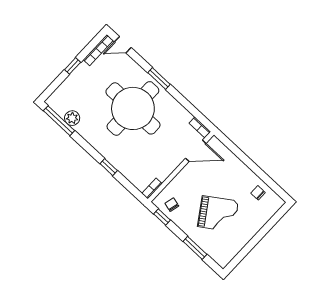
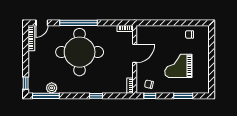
window: (73, 66) -> (26, 83), moved
window: (159, 79) -> (78, 23), width x2.11
door: (196, 151) -> (135, 53), moved
grand piano: (218, 214) -> (178, 66), turned -146

